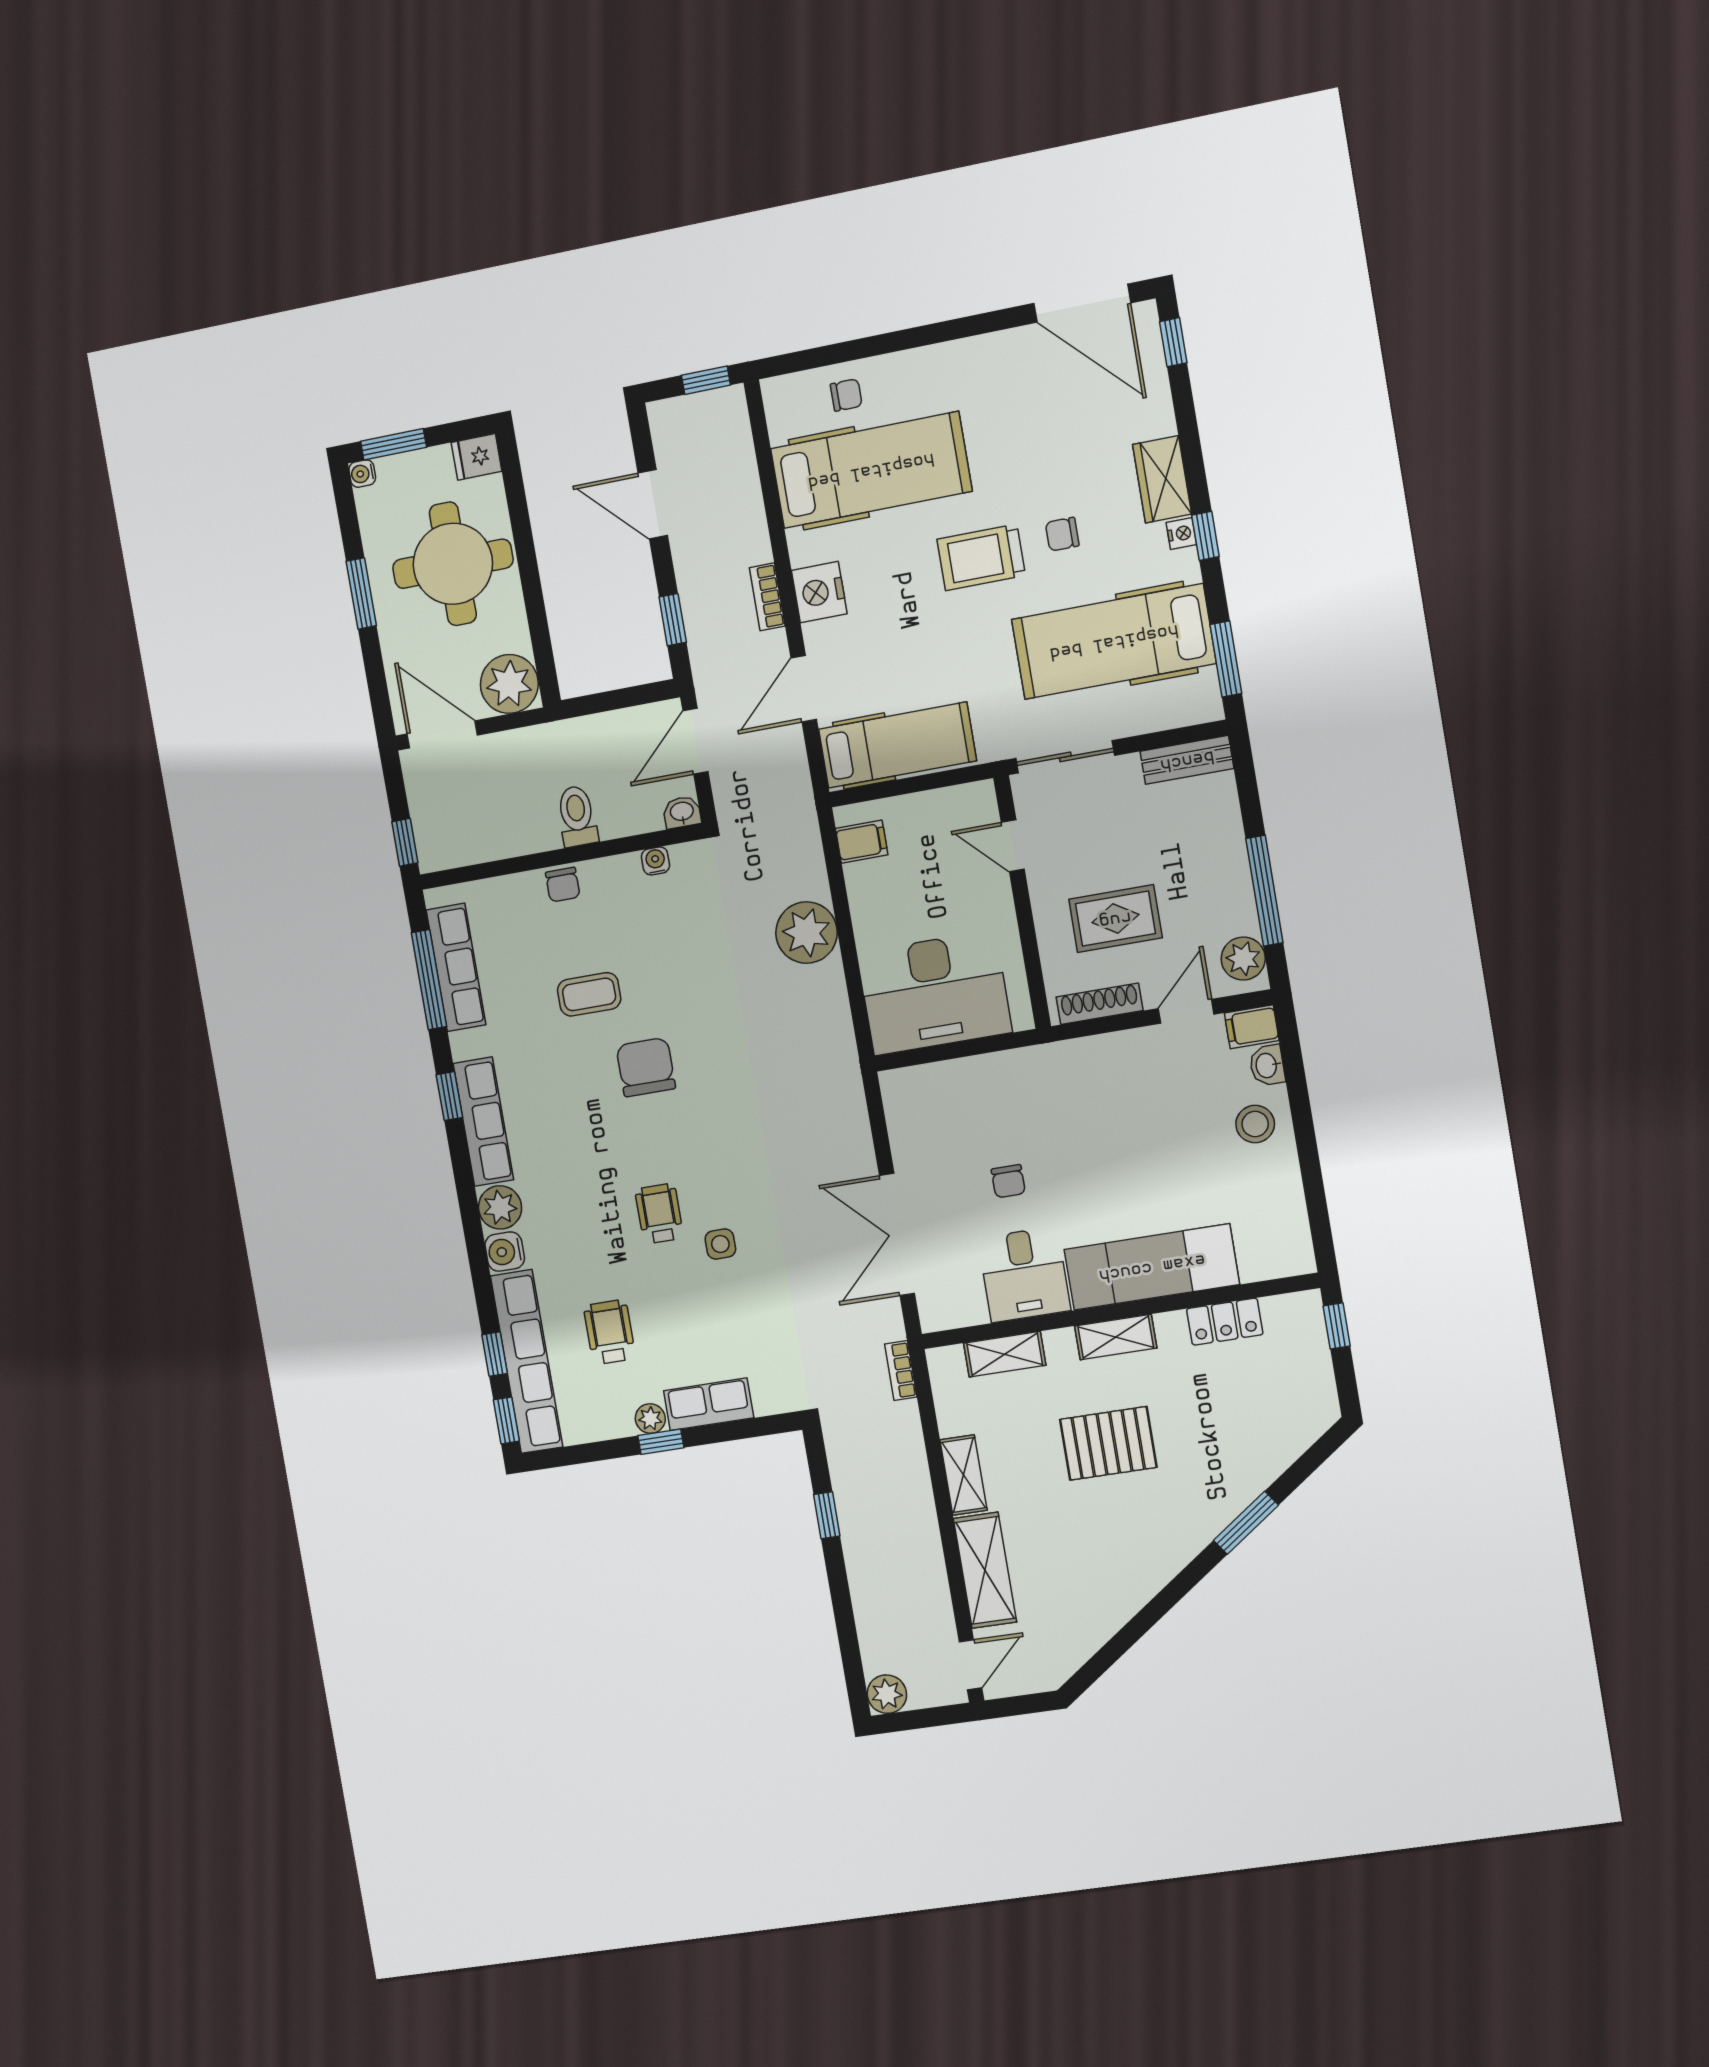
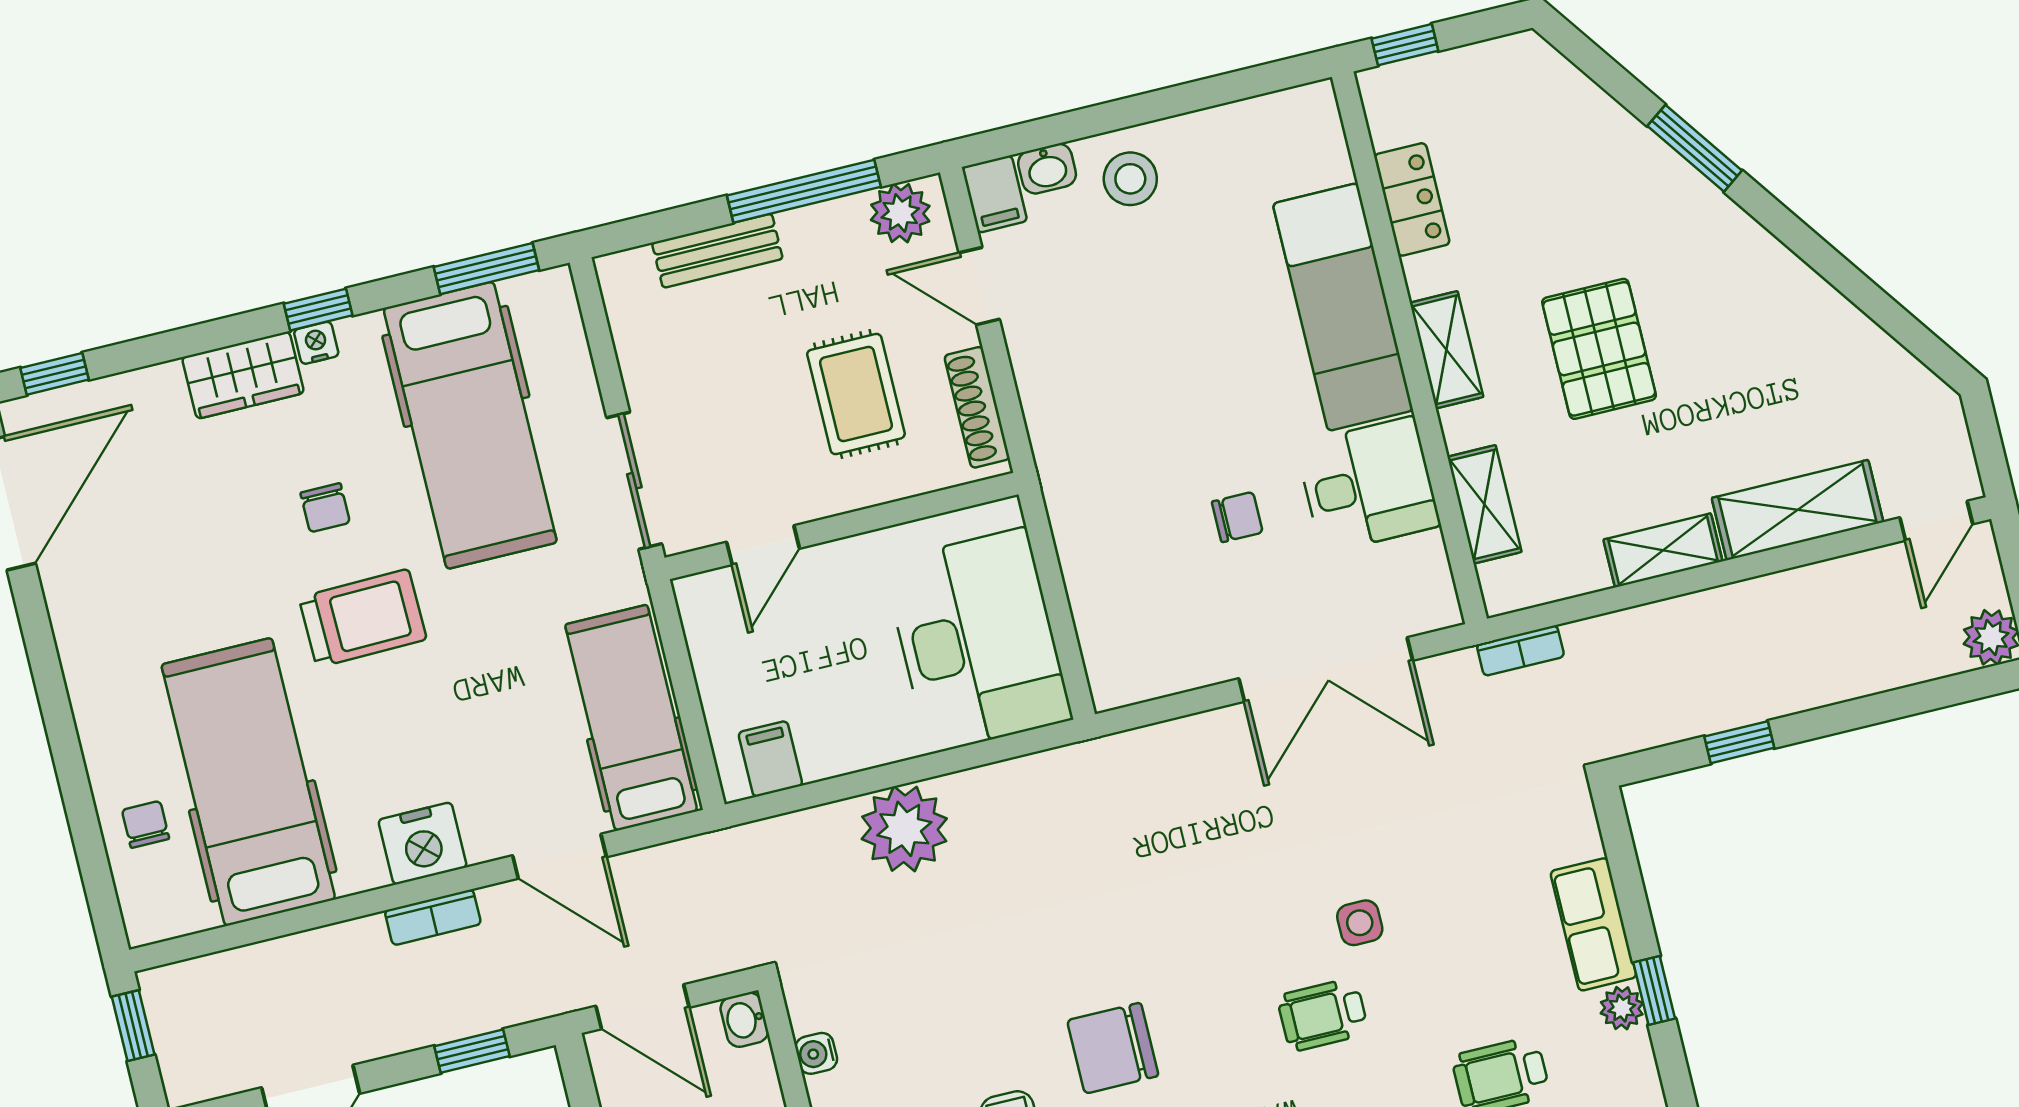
trolley: (981, 557) -> (363, 618), turned -91
bench: (1187, 760) -> (717, 251), moved, turned 90
door: (970, 1665) -> (1936, 521), swing flipped

